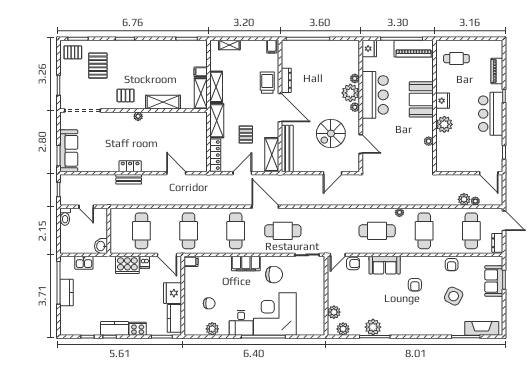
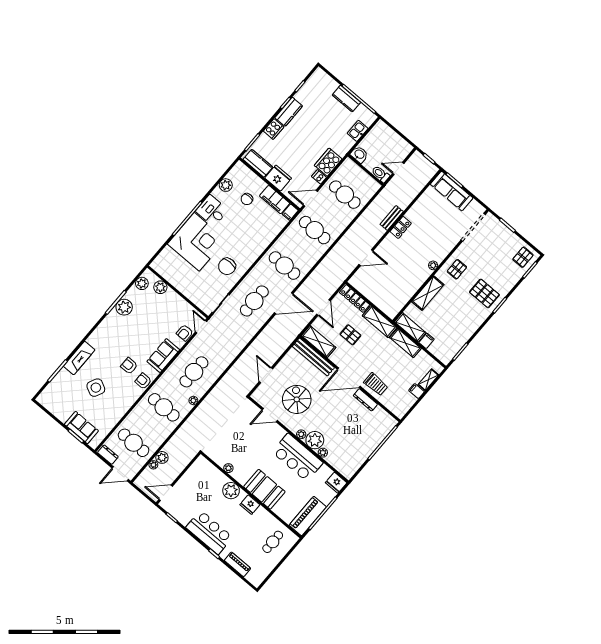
filing cabinet: (272, 47) -> (417, 391), moved
pallet: (98, 66) -> (484, 293), moved
toilet: (65, 217) -> (381, 174), moved
filing cabinet: (246, 264) -> (275, 200), moved, turned -90
armchair: (452, 265) -> (143, 381), moved
fireplace: (482, 328) -> (79, 358), moved

